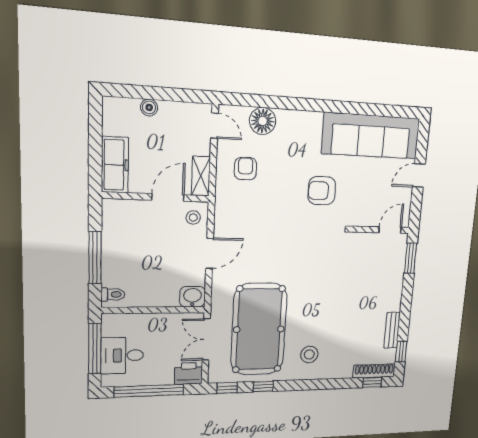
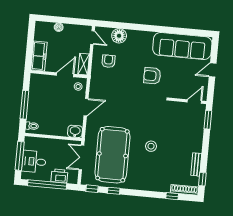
stool: (309, 354) -> (151, 146), moved
printer: (188, 373) -> (59, 176), moved
window: (372, 382) -> (172, 196), moved

